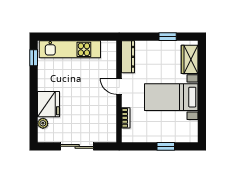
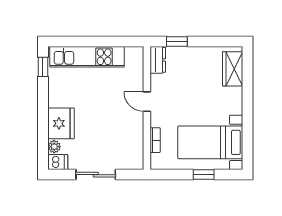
window: (168, 37) -> (177, 41), moved
dresser: (128, 57) -> (158, 60), width x0.70
bed with nightstands: (171, 97) -> (210, 142), moved
dishwasher: (46, 136) -> (58, 162), added

